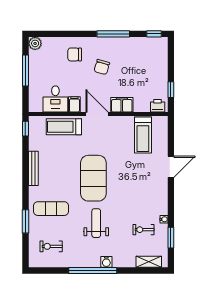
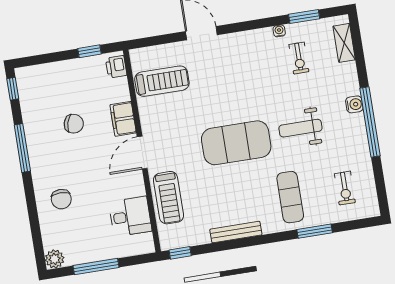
chair: (102, 67) -> (74, 124), moved
filing cabinet: (74, 104) -> (134, 188), removed

